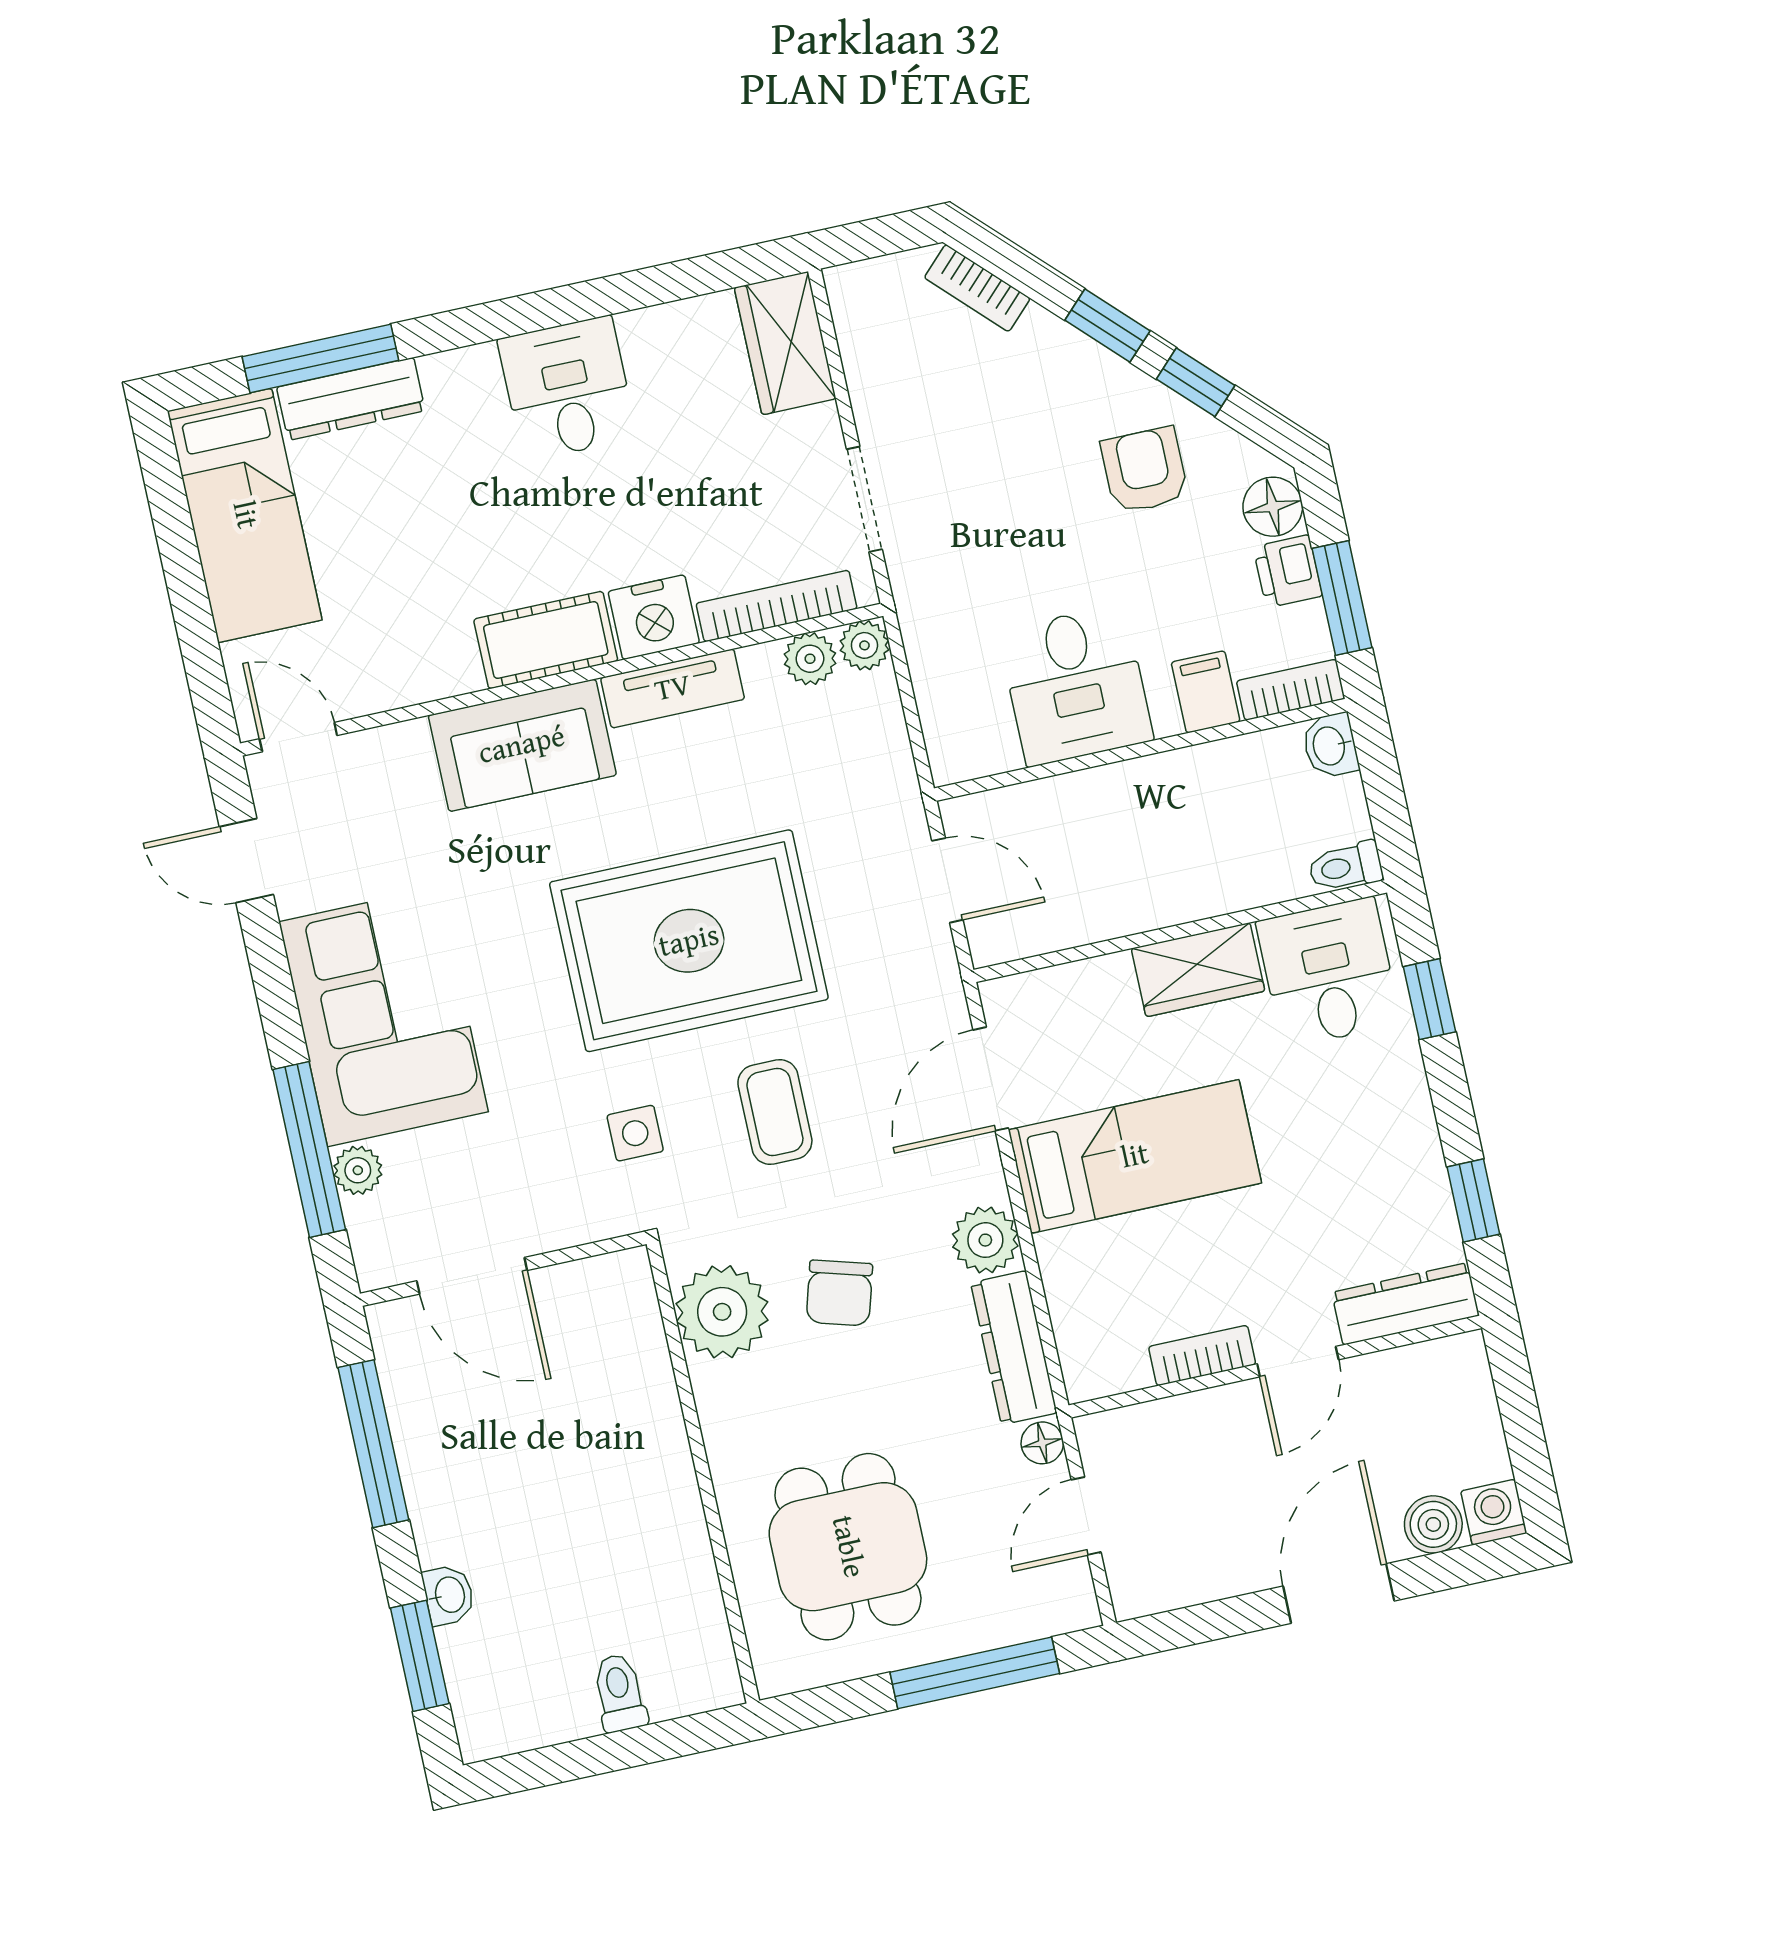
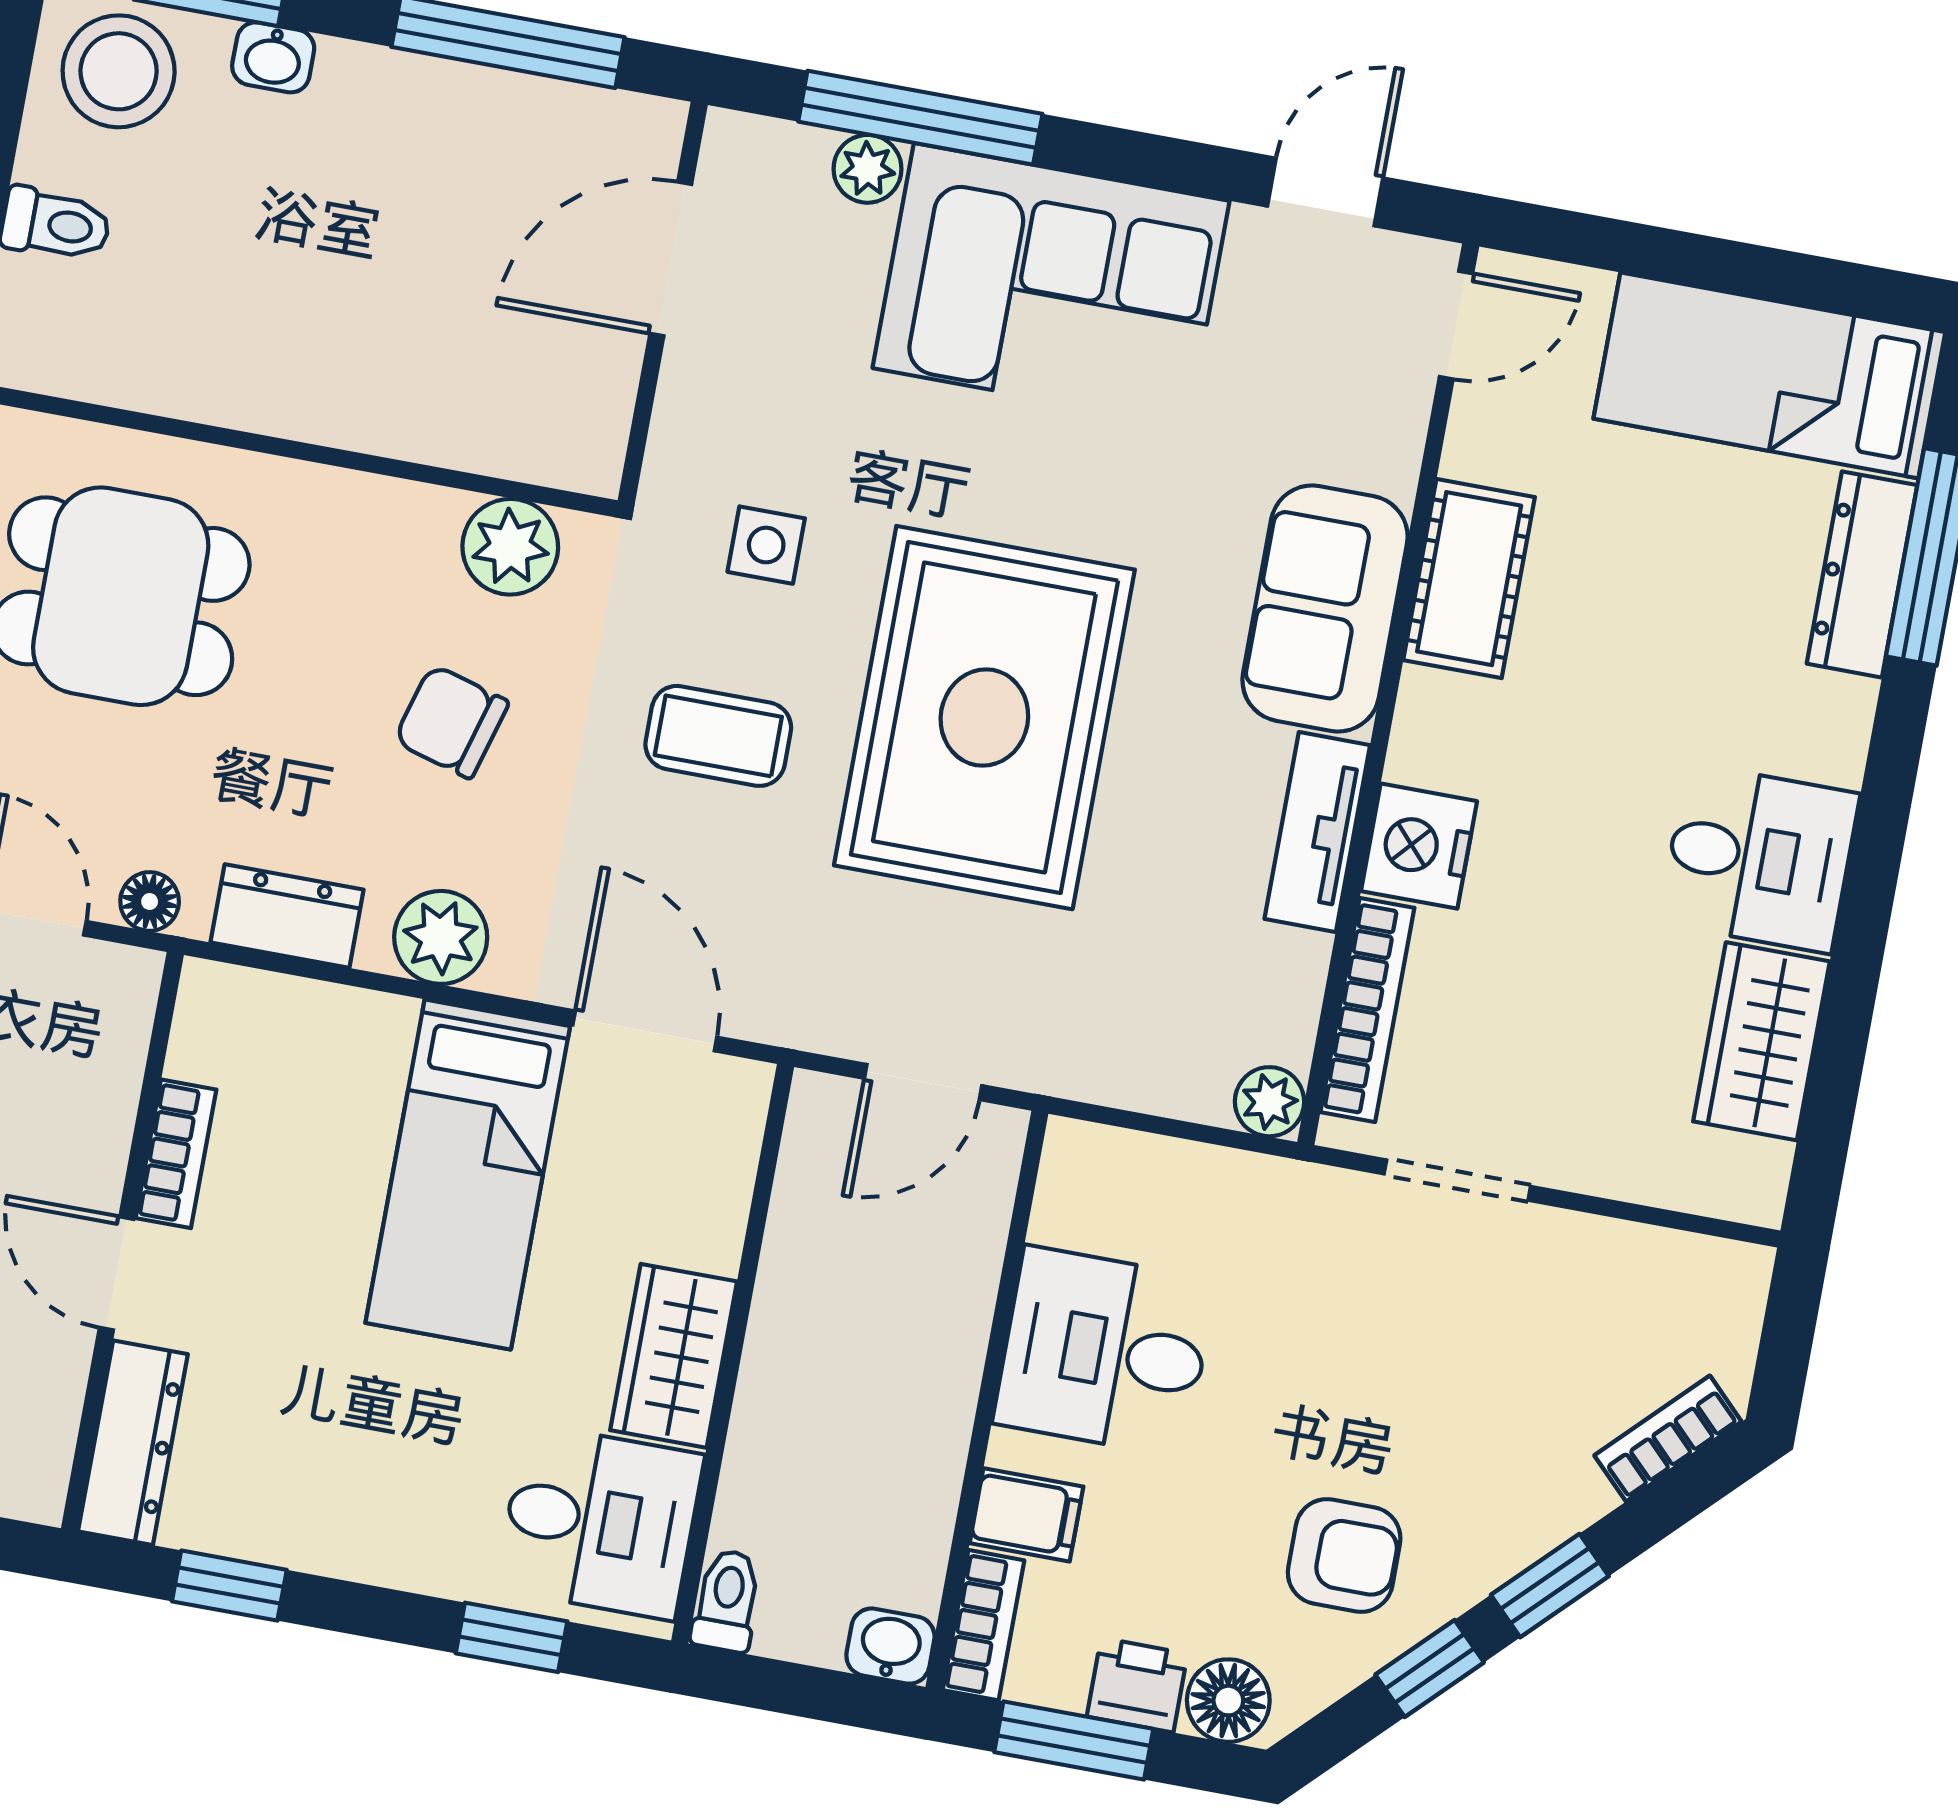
wardrobe: (785, 343) -> (1761, 1041), moved, turned -90
cot: (546, 640) -> (1469, 579), moved
plant: (810, 659) -> (1282, 1025), removed
plant: (722, 1312) -> (510, 547), width x0.73, depth x0.73
dresser: (1014, 1348) -> (287, 916), width x0.70
stool: (501, 1694) -> (119, 71), added

